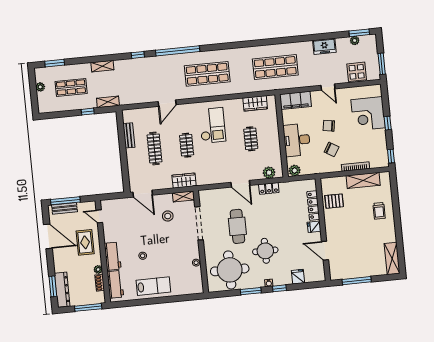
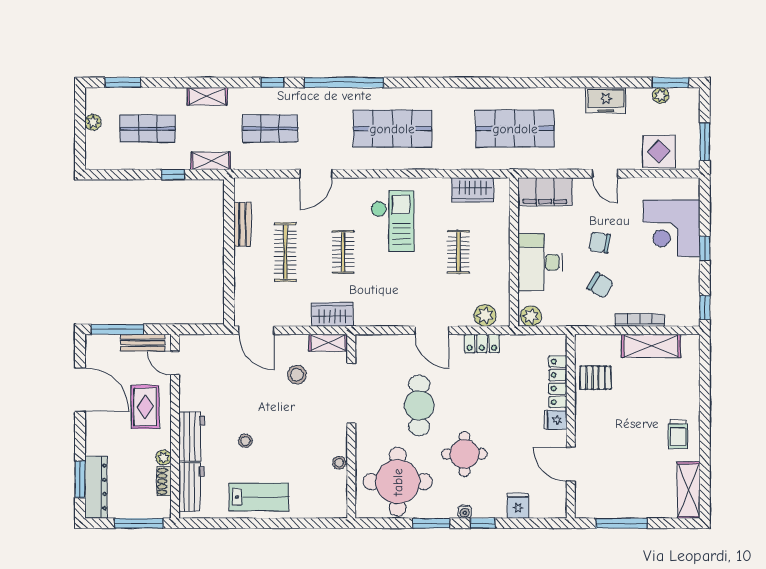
shop shelf: (139, 81) -> (270, 129), added
bench: (65, 208) -> (143, 343), moved
trolley: (379, 211) -> (678, 434), moved

